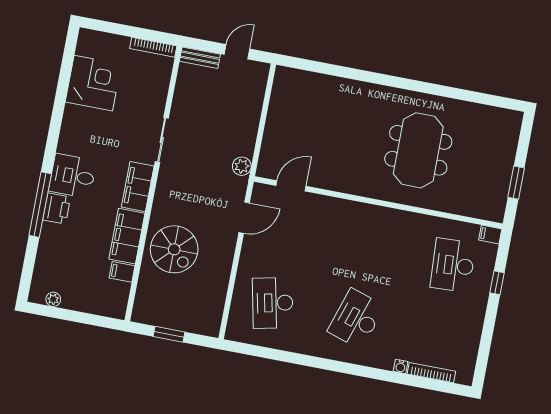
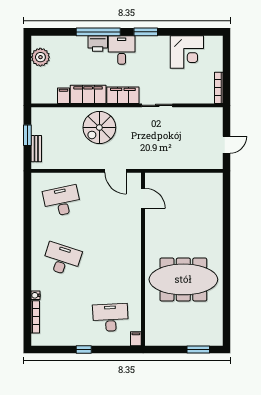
door: (237, 52) -> (226, 145), hinge flipped
bench: (200, 58) -> (36, 149), moved
window: (53, 137) -> (146, 32), added
meeting table: (418, 150) -> (183, 279), width x1.36
plant: (242, 166) -> (150, 163), removed
window: (516, 183) -> (198, 350), moved
spiral stairs: (174, 249) -> (99, 127), moved
window: (497, 283) -> (84, 350), moved
plant: (53, 299) -> (40, 57), width x1.88, depth x1.88

